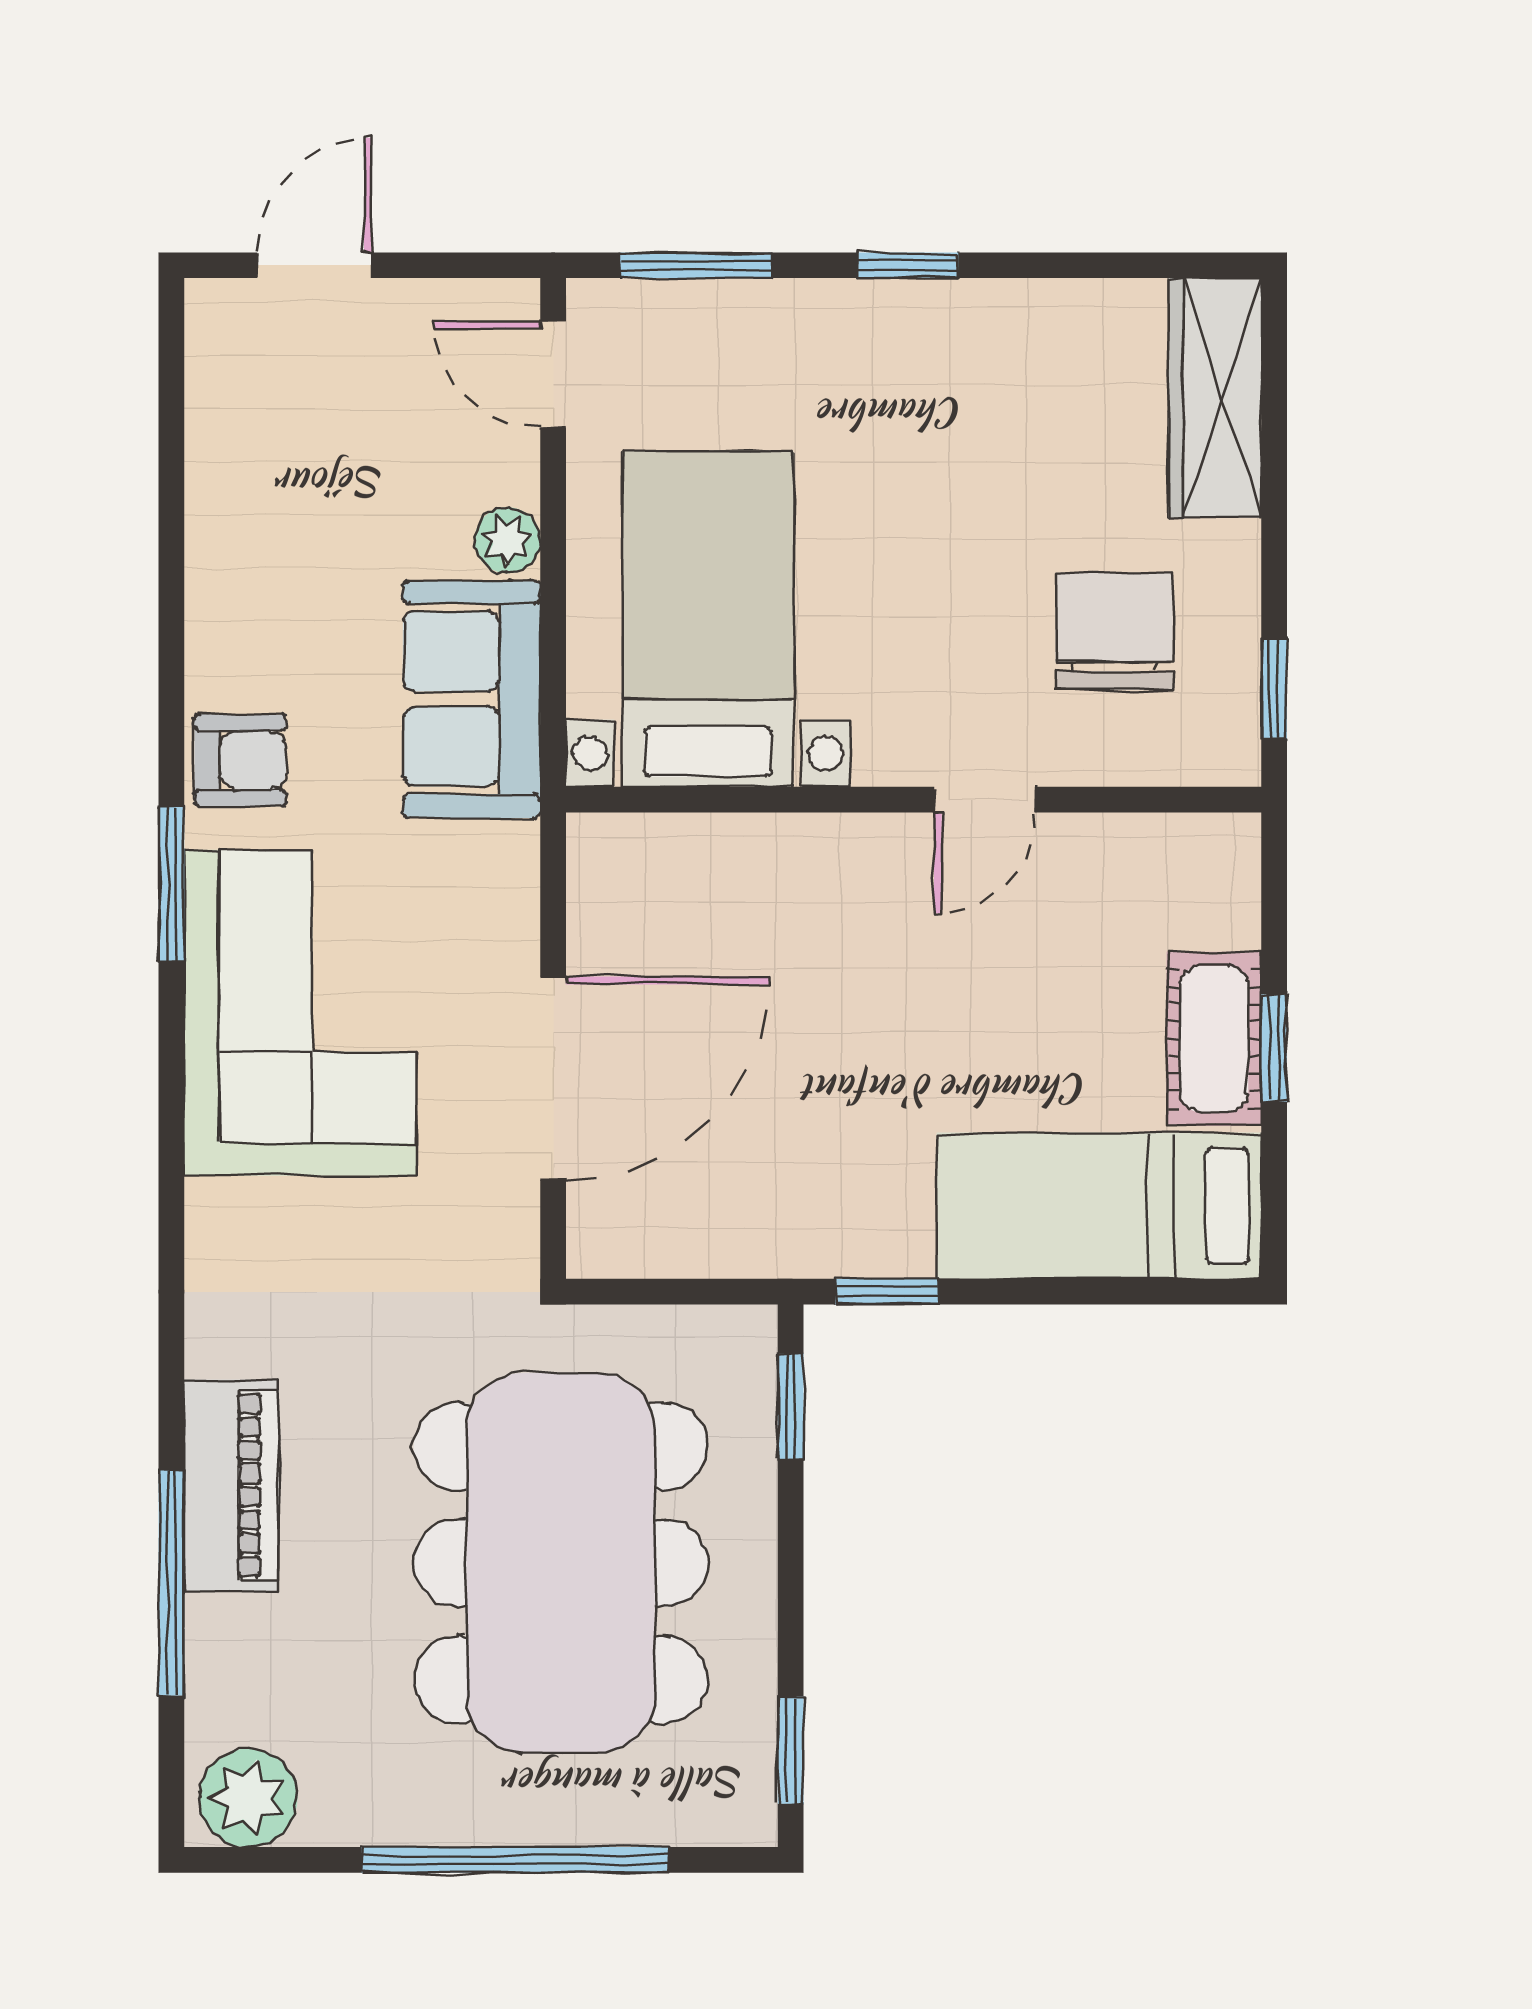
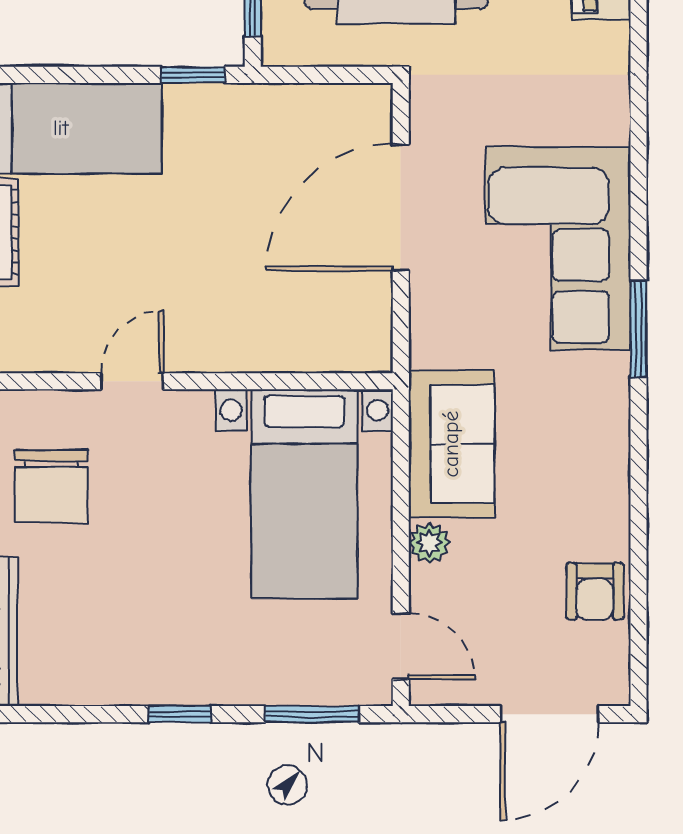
door: (314, 265) -> (549, 714), width x1.38
armchair: (240, 760) -> (595, 591), moved, turned -90

